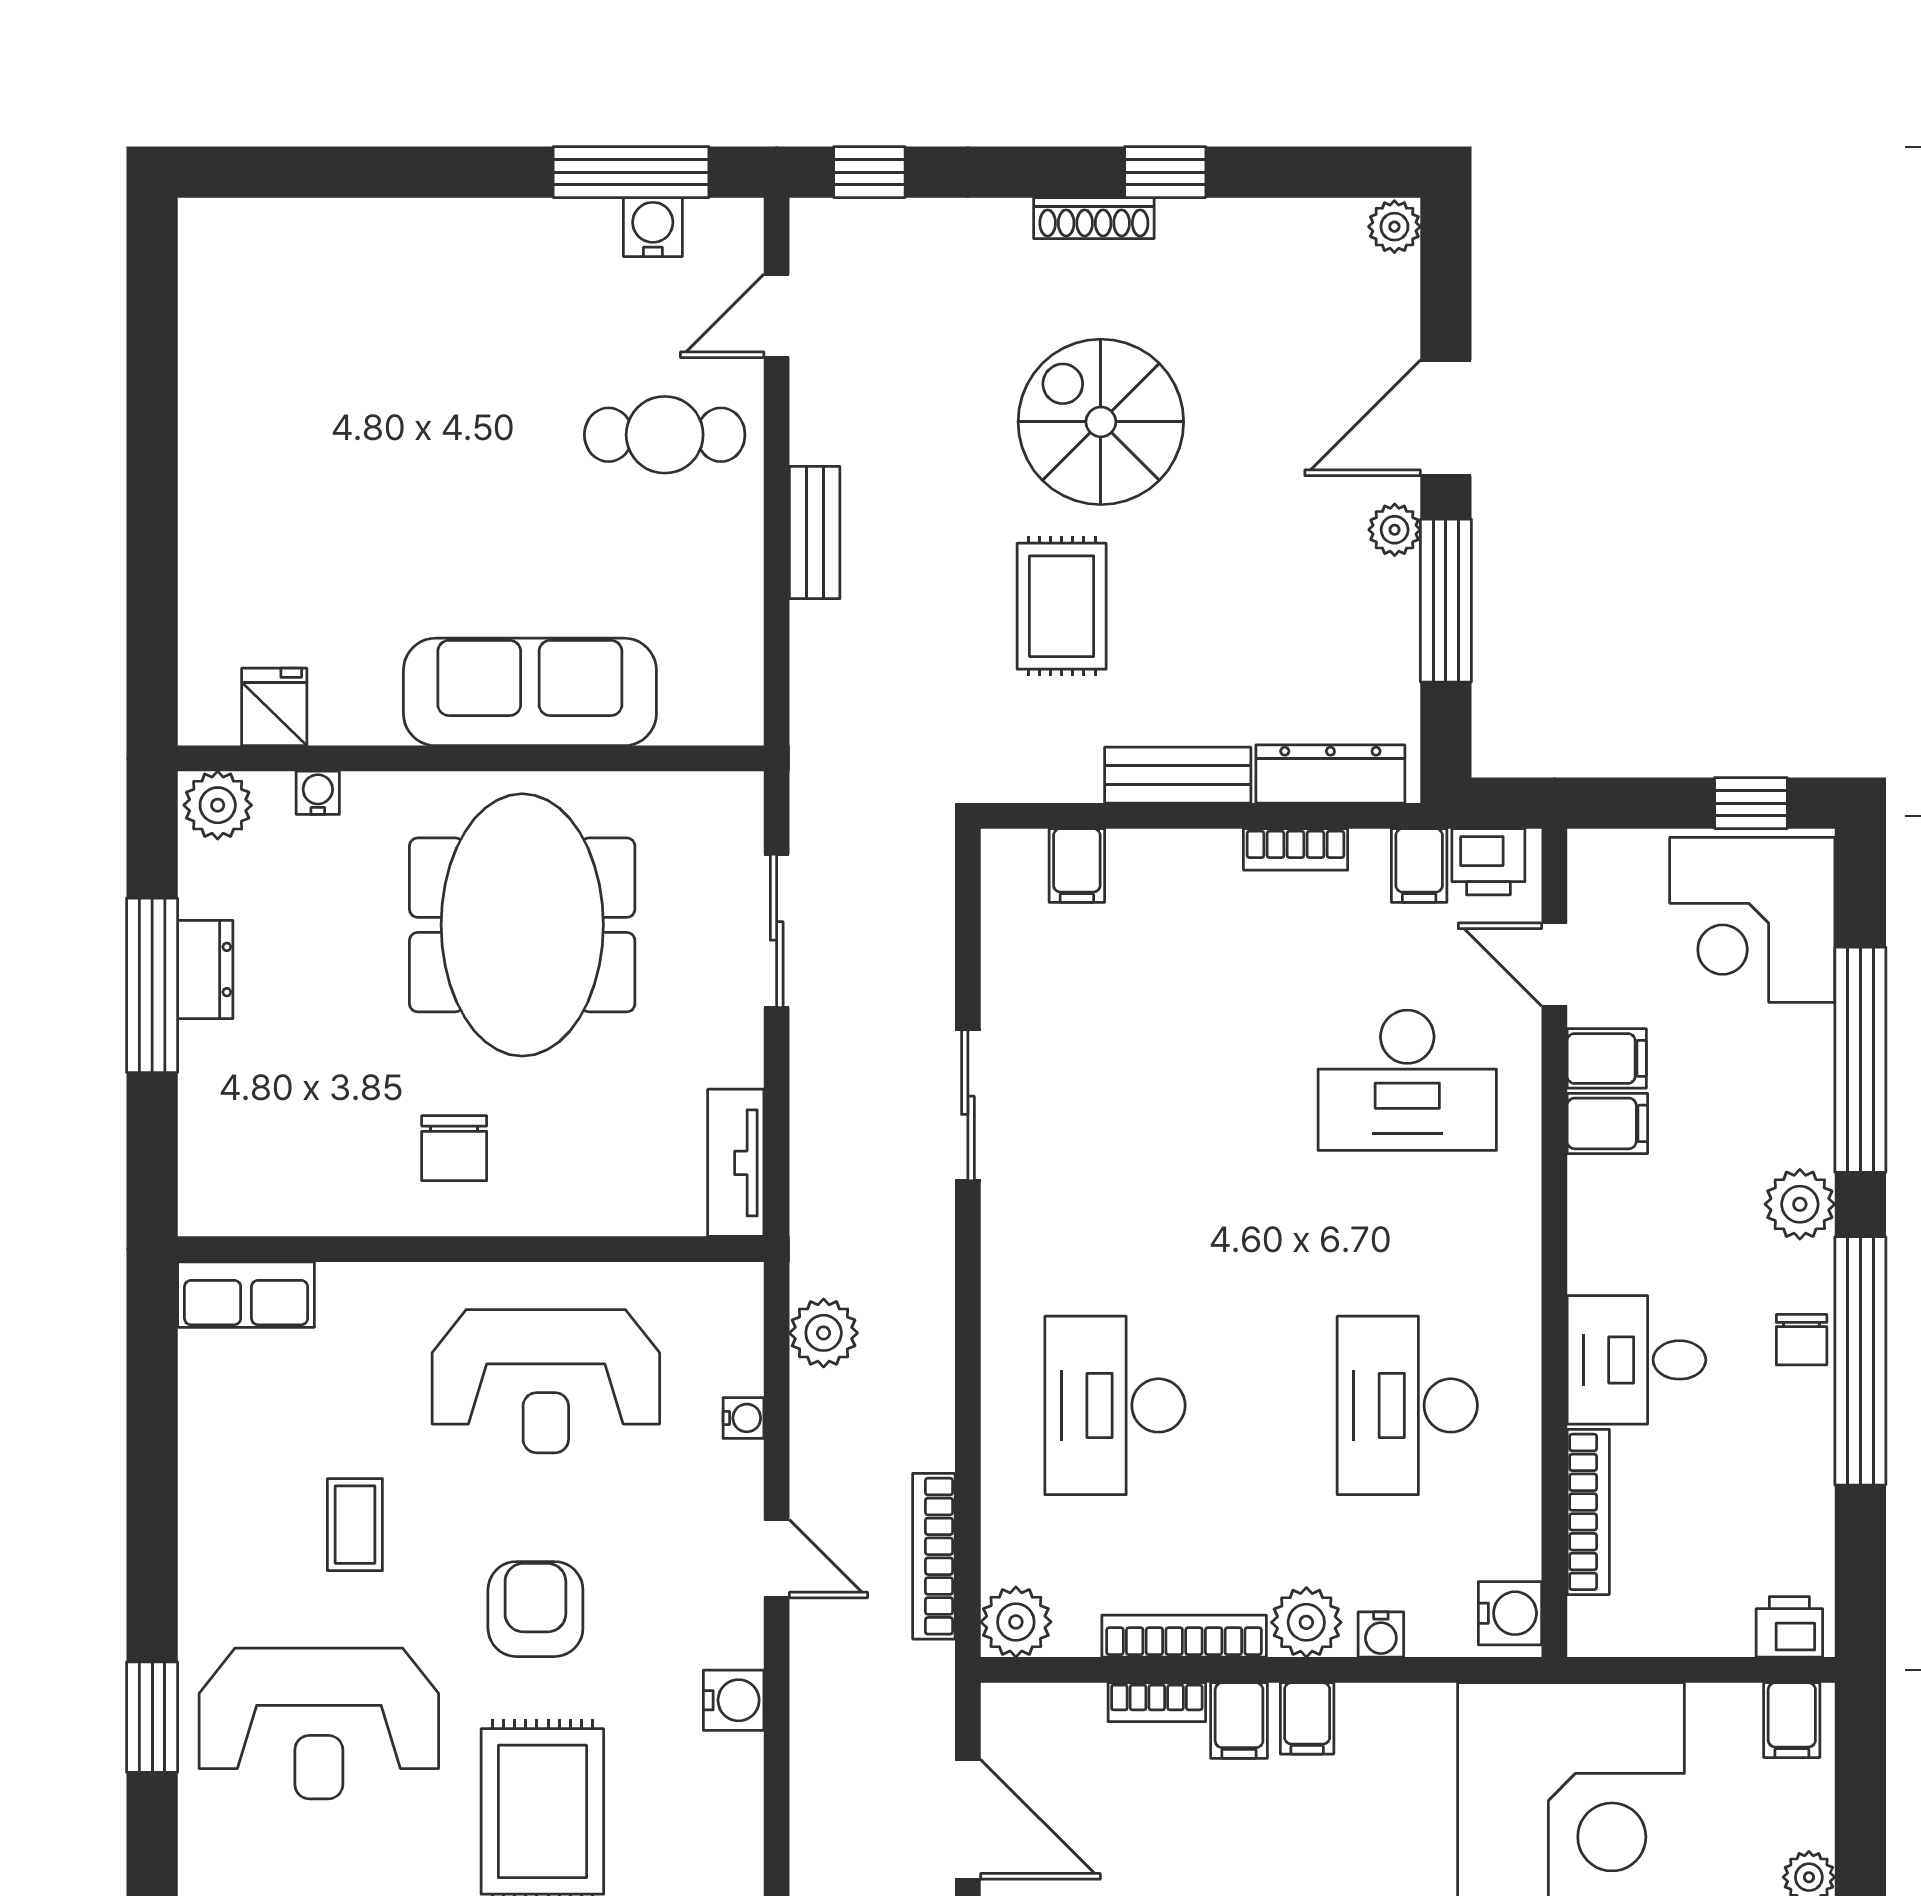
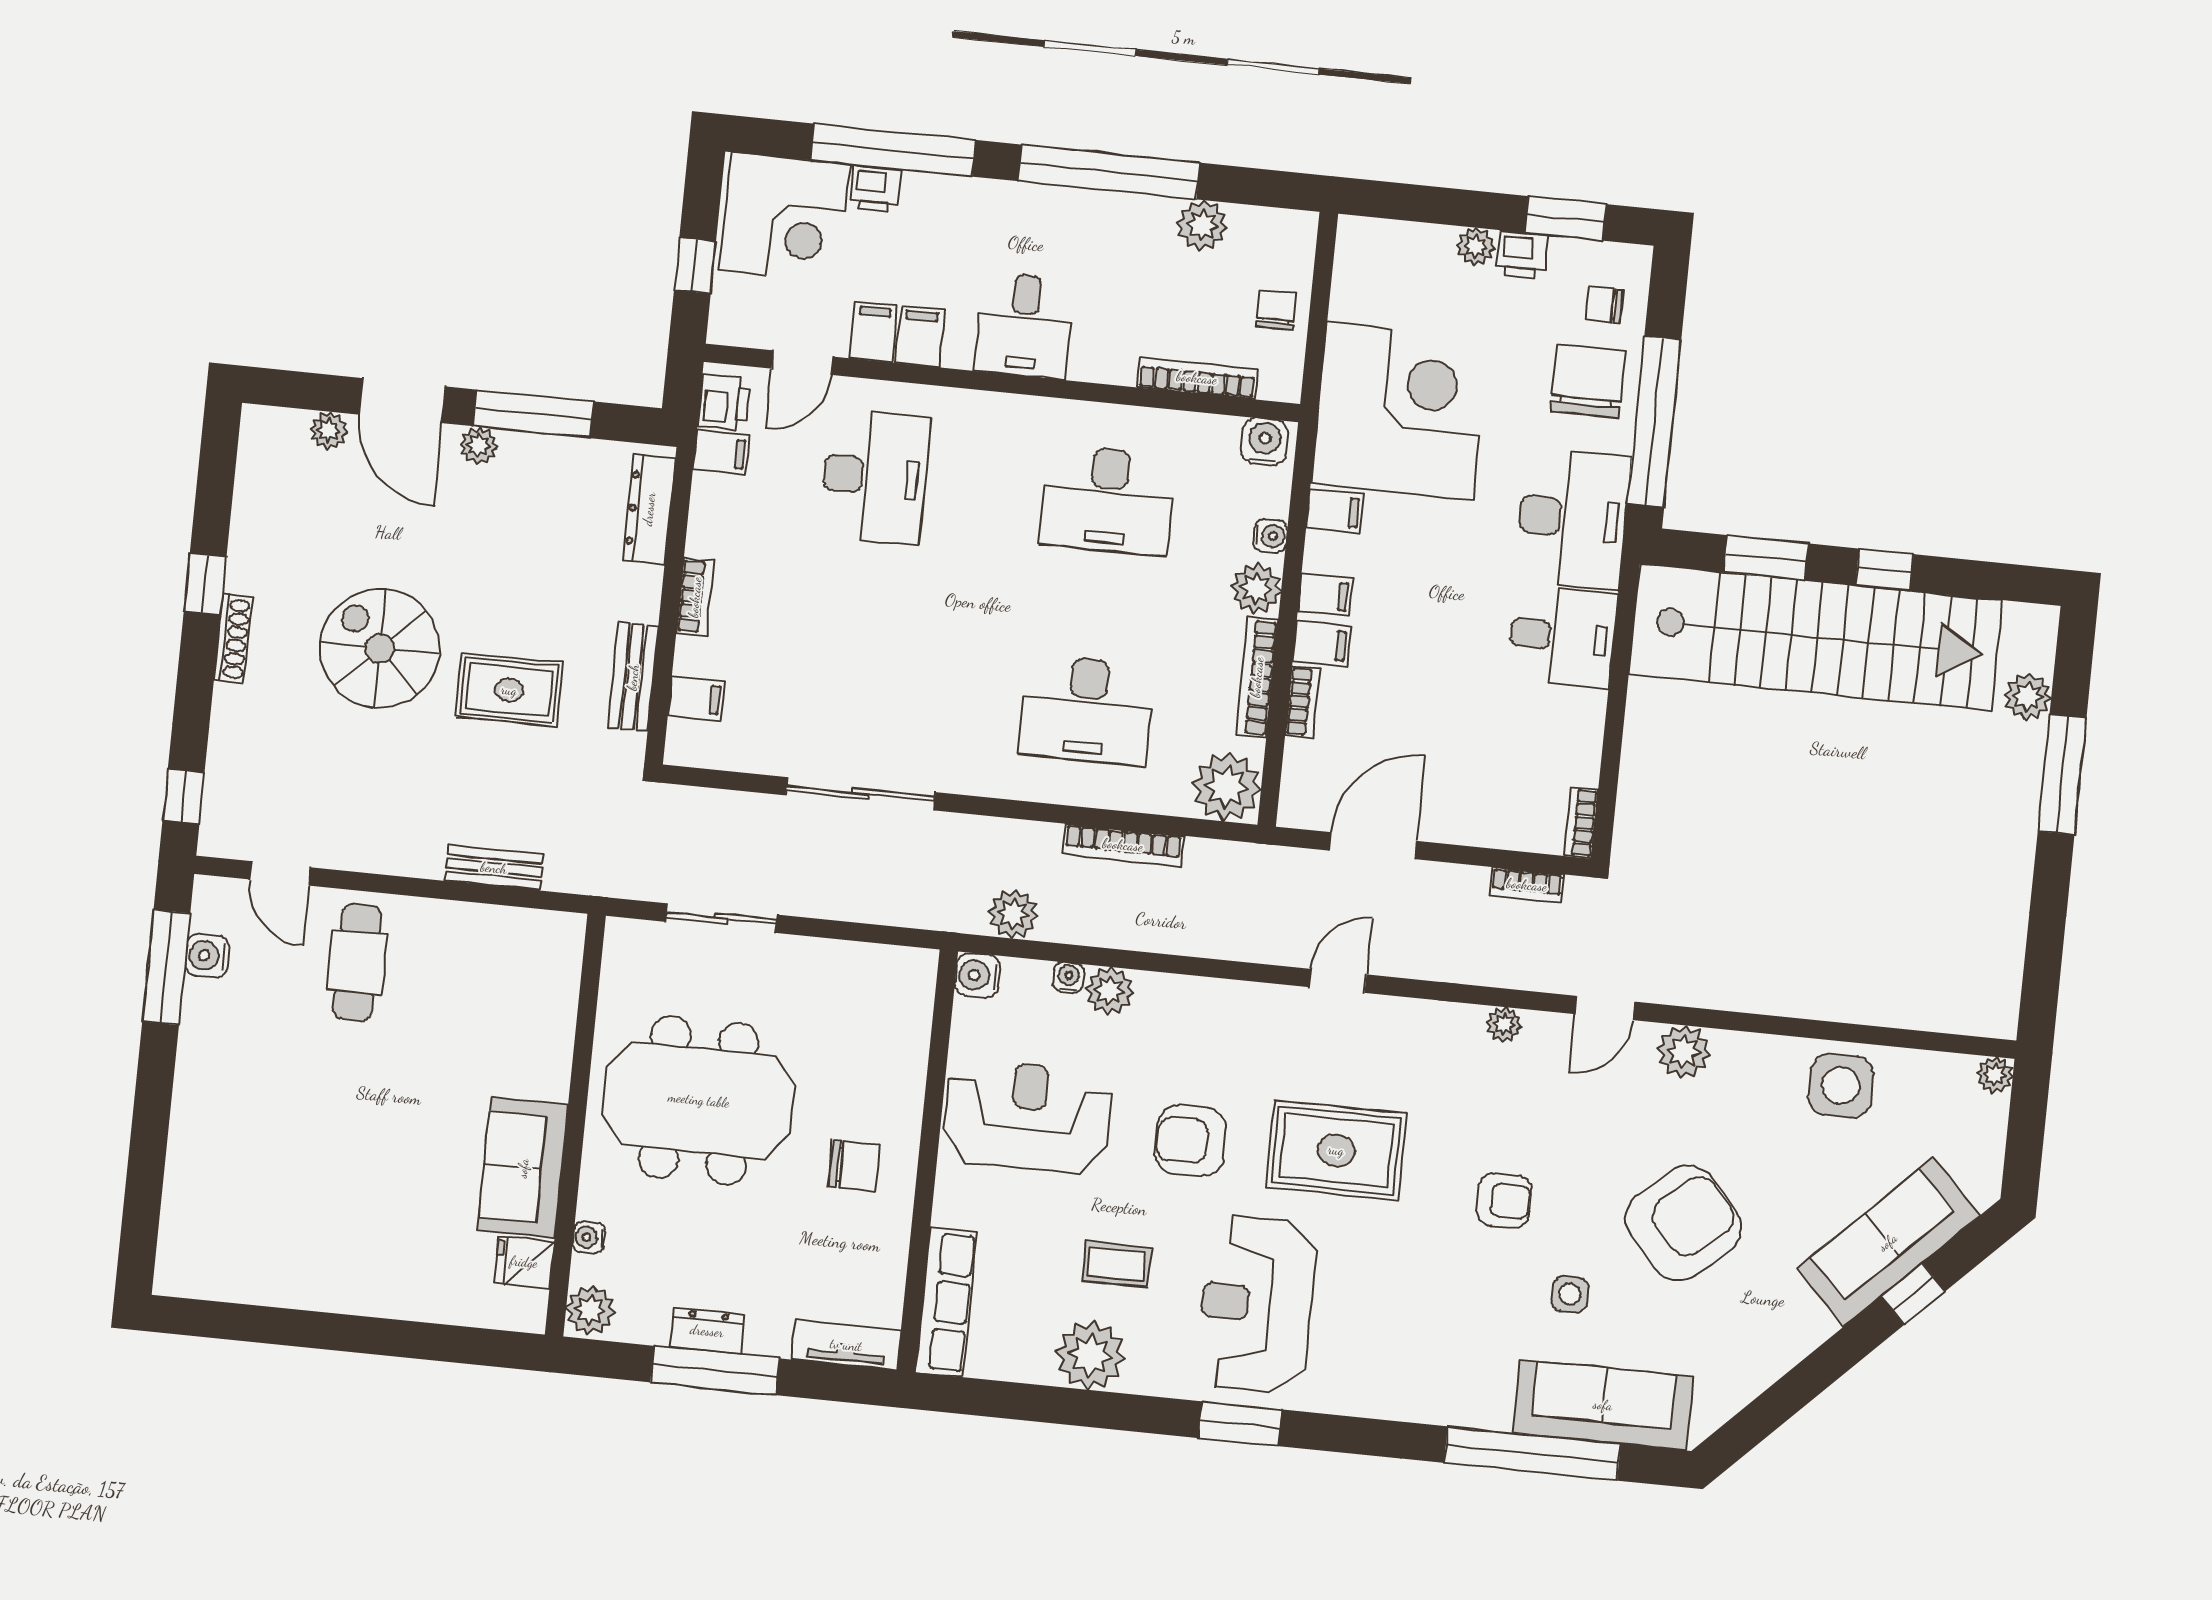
plant: (1394, 227) -> (329, 430), moved
spiral stairs: (1101, 422) -> (380, 648), turned 90
bench: (815, 533) -> (494, 868), moved
sofa: (530, 692) -> (523, 1168), moved, width x0.73
bench: (1178, 775) -> (633, 677), moved
window: (1751, 803) -> (695, 266), moved
bookcase: (1296, 849) -> (695, 597), moved
sliding door: (968, 1105) -> (860, 794), width x1.37
tv unit: (736, 1163) -> (846, 1345), moved, turned 180
plant: (1800, 1204) -> (1202, 225), moved
row of seats: (246, 1295) -> (946, 1302), width x1.48
chair: (1802, 1340) -> (1276, 310), moved, turned -90
desk: (1636, 1360) -> (1024, 326), moved
reception desk: (546, 1381) -> (1028, 1117), turned -90
plant: (731, 1476) -> (1110, 991), added
plant: (226, 1501) -> (1090, 1355), added
bookcase: (934, 1556) -> (1123, 845), moved
door: (777, 1559) -> (1338, 981), moved
plant: (1016, 1622) -> (1226, 787), width x1.36, depth x1.36
printer: (1789, 1627) -> (875, 189), moved, turned -90
water cooler: (734, 1700) -> (978, 975), moved, turned -90
filing cabinet: (1792, 1720) -> (1335, 511), moved
reception desk: (319, 1723) -> (1257, 1305), turned 180

